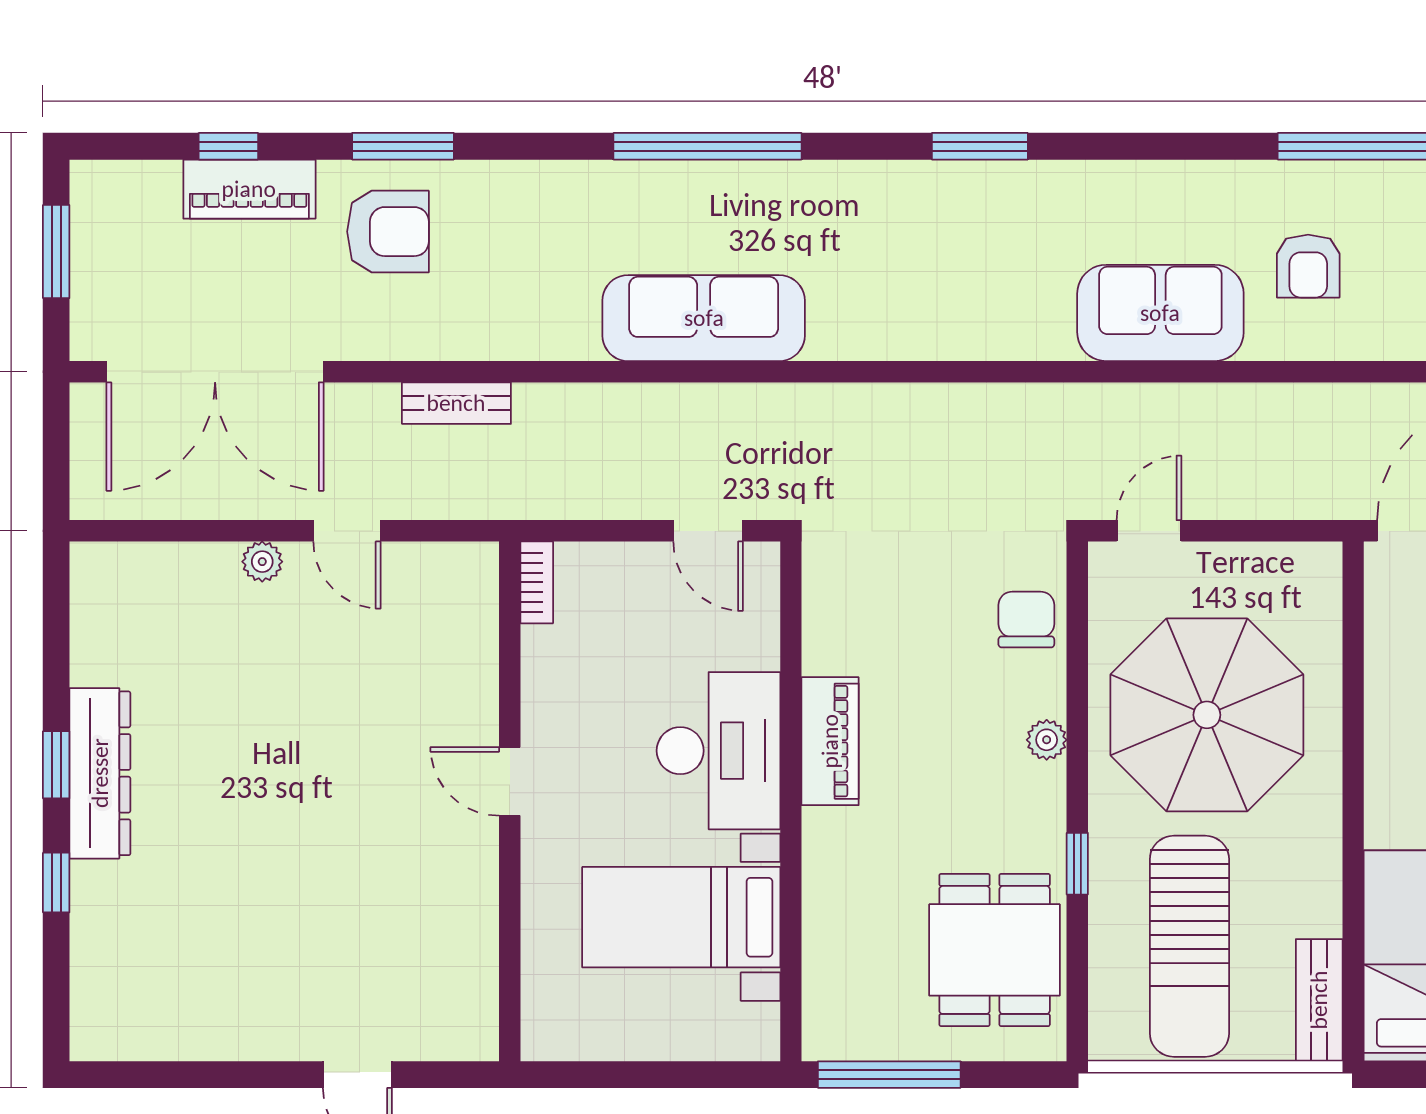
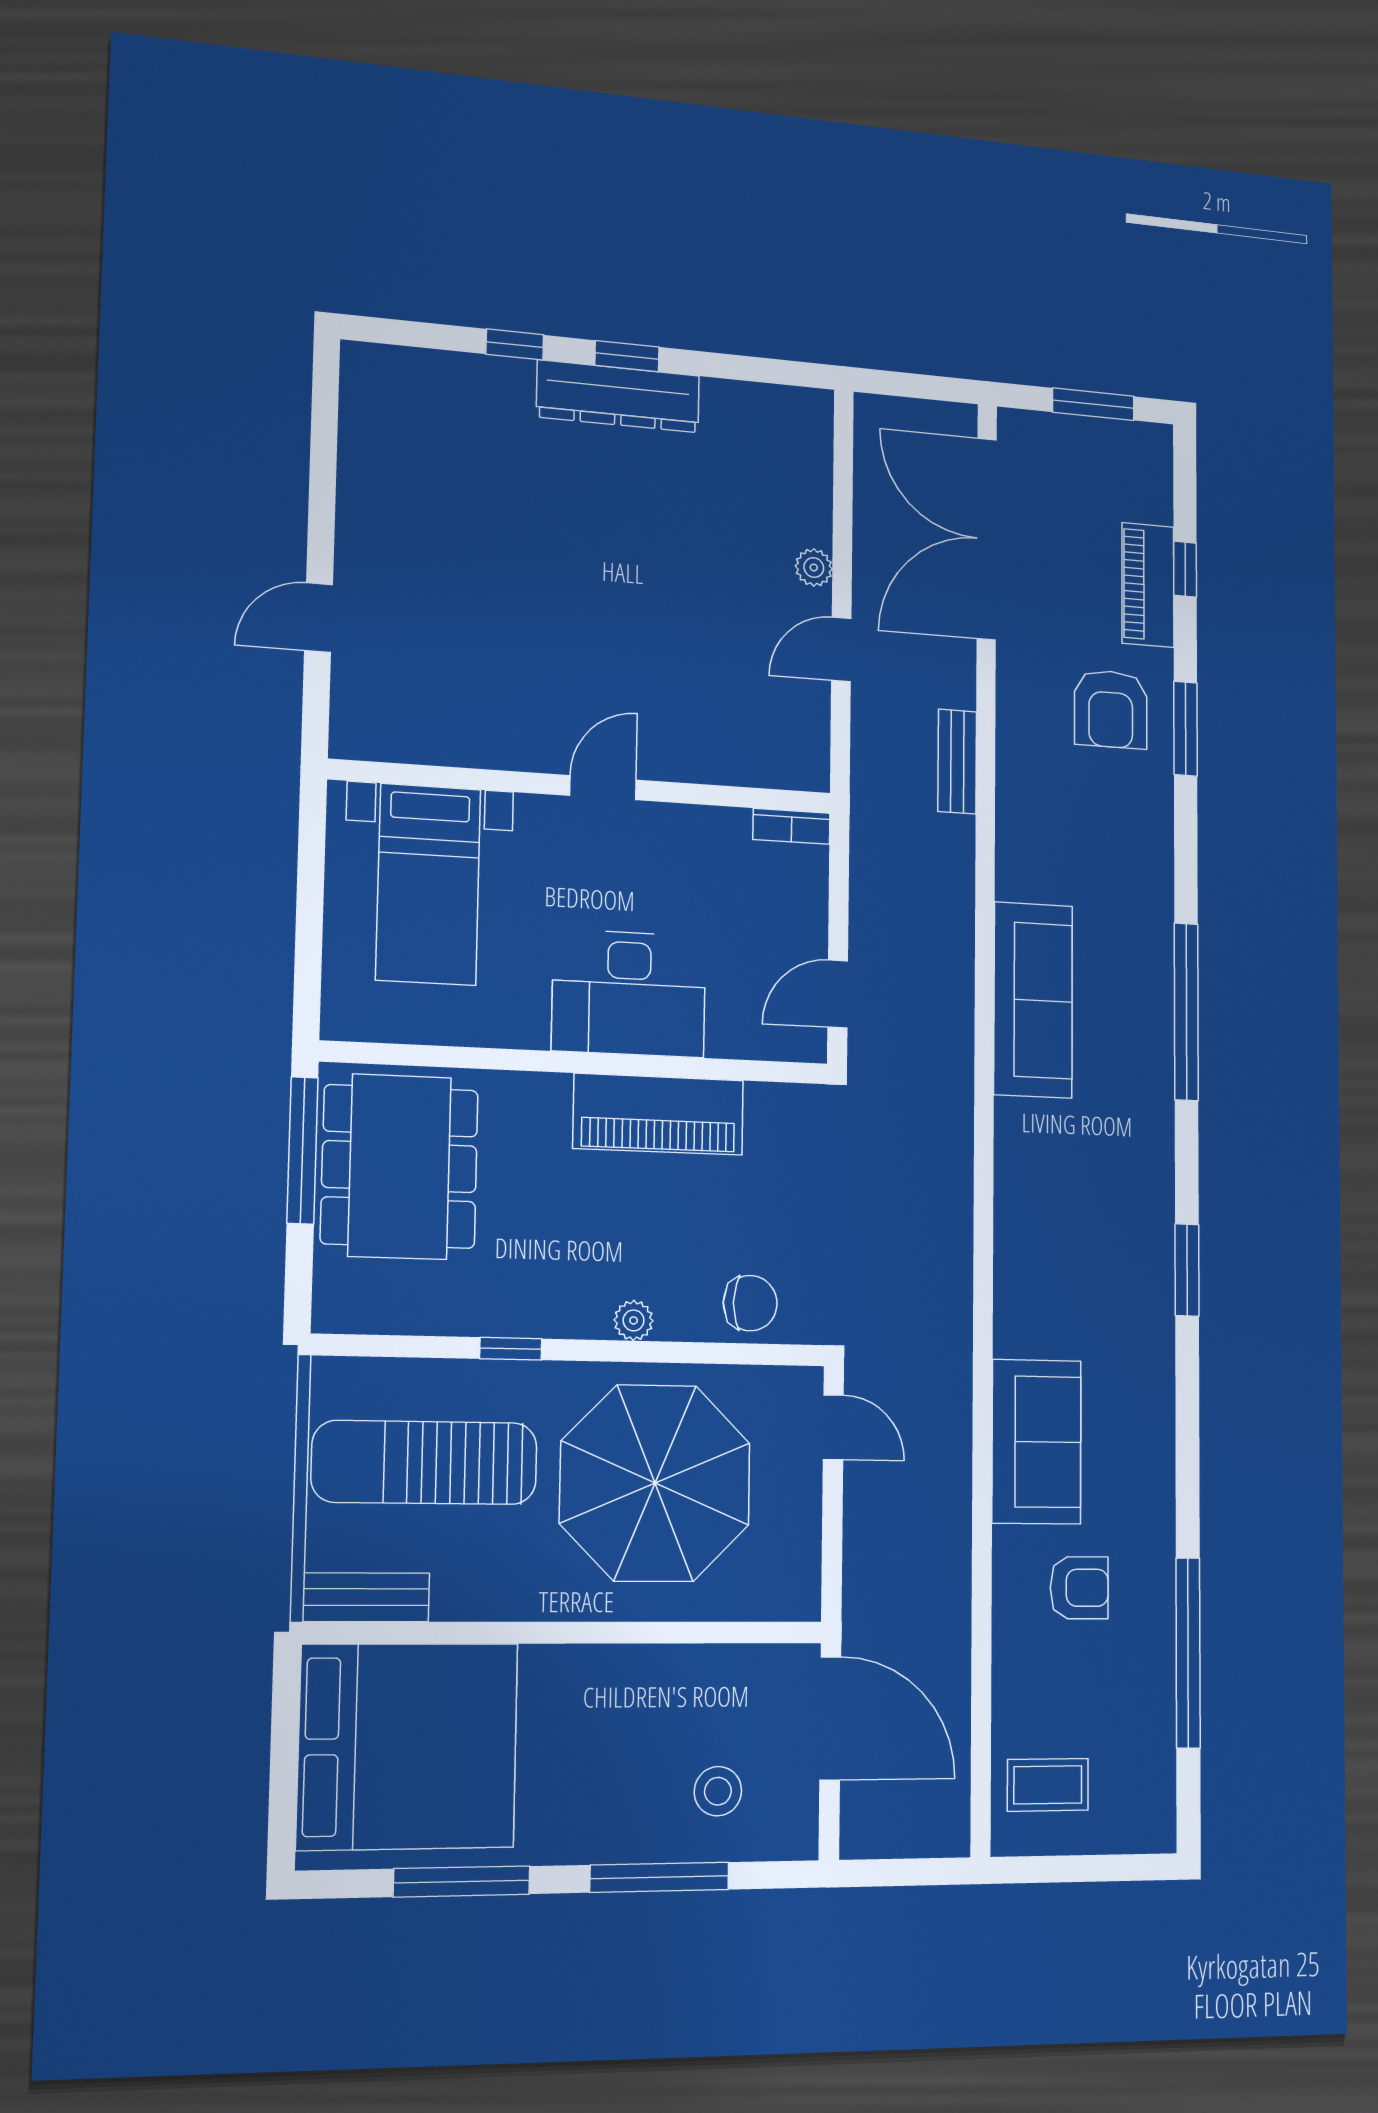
armchair: (1308, 266) -> (1079, 1588), turned 180
piano: (830, 741) -> (659, 1114), width x1.37, depth x1.33
bed with nightstands: (681, 917) -> (428, 884), moved, turned 180
dining table: (995, 950) -> (400, 1167), moved, width x1.38

